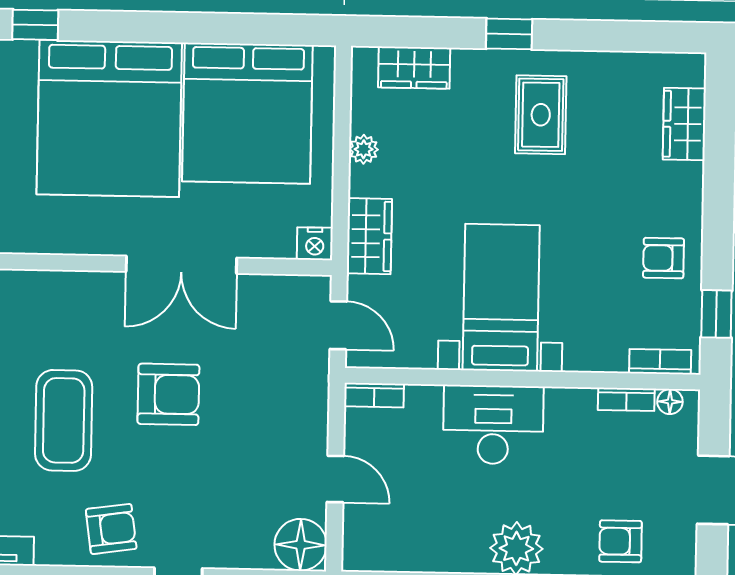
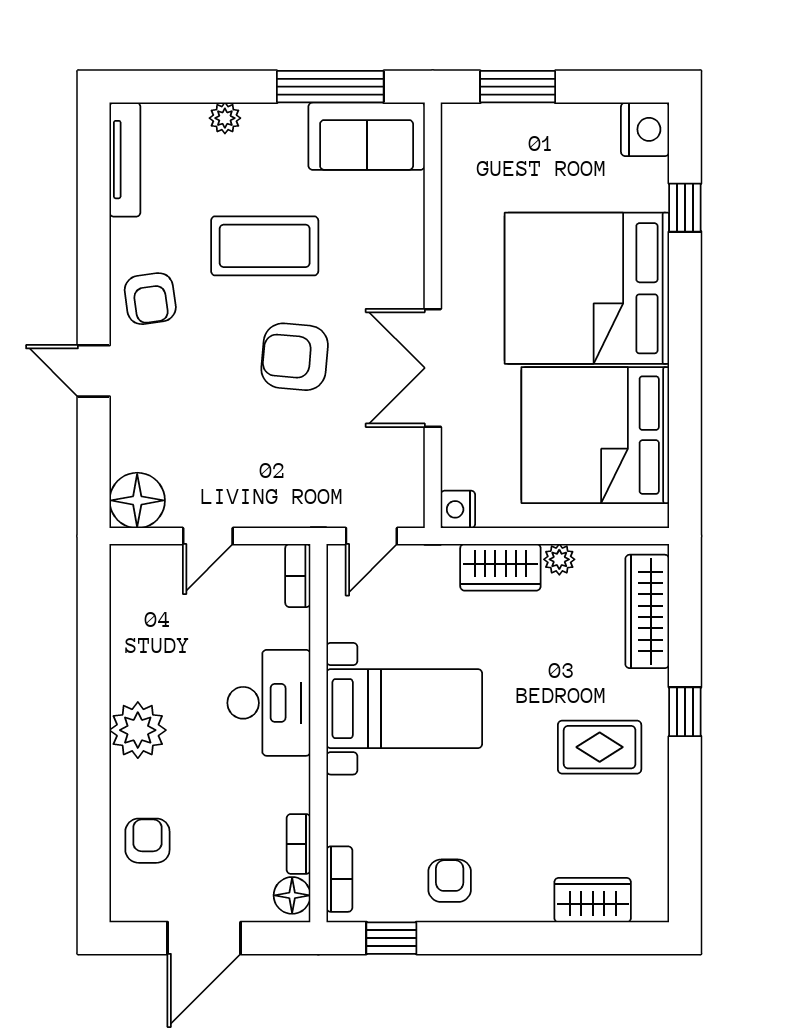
wardrobe: (414, 68) -> (647, 611), width x1.50
wardrobe: (369, 236) -> (500, 567), moved
armchair: (168, 394) -> (295, 357), turned 95
floor lamp: (670, 402) -> (292, 895), width x1.37, depth x1.37

